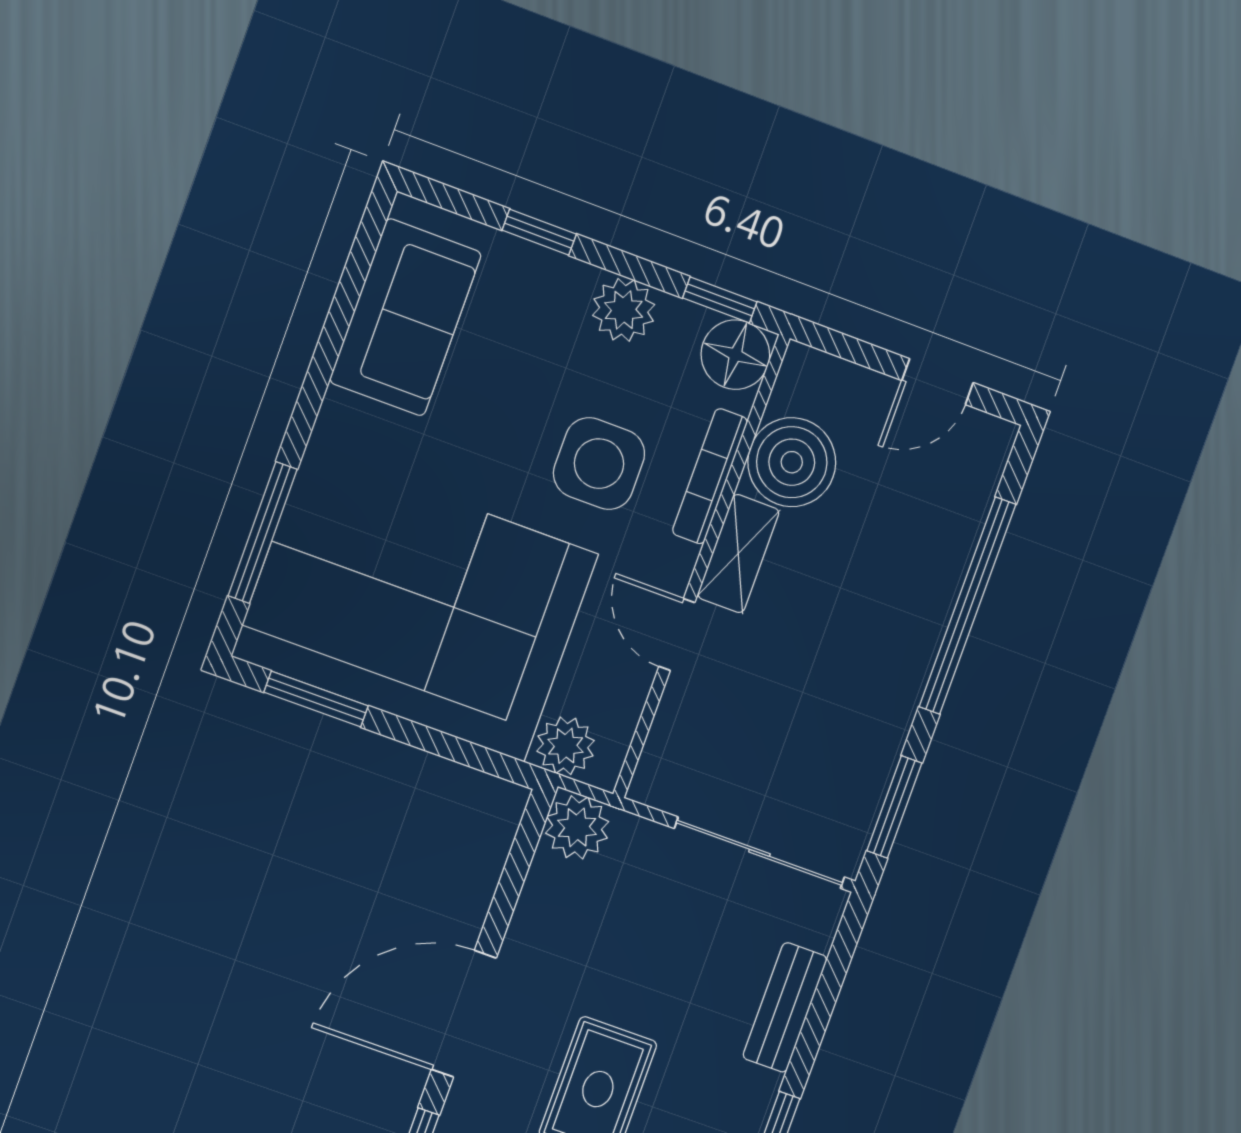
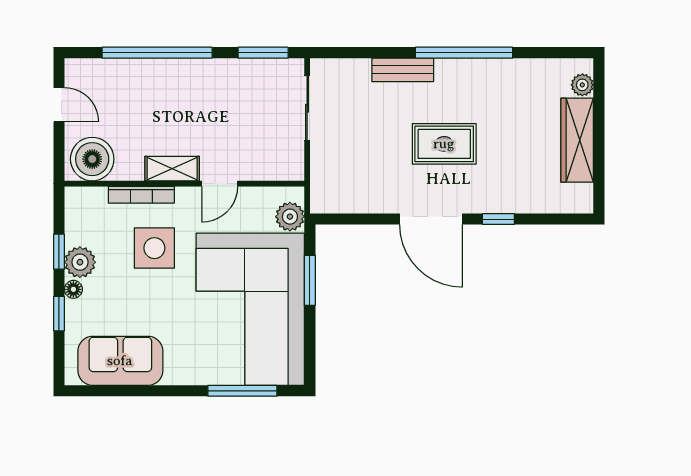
window: (720, 300) -> (59, 252), moved
floor lamp: (735, 355) -> (73, 289), moved, width x0.53, depth x0.53
boiler: (792, 462) -> (92, 159), moved
window: (316, 699) -> (310, 280), moved
plant: (577, 827) -> (326, 198), removed
sliding door: (759, 853) -> (307, 108), width x0.73
bench: (785, 1007) -> (403, 70), moved

